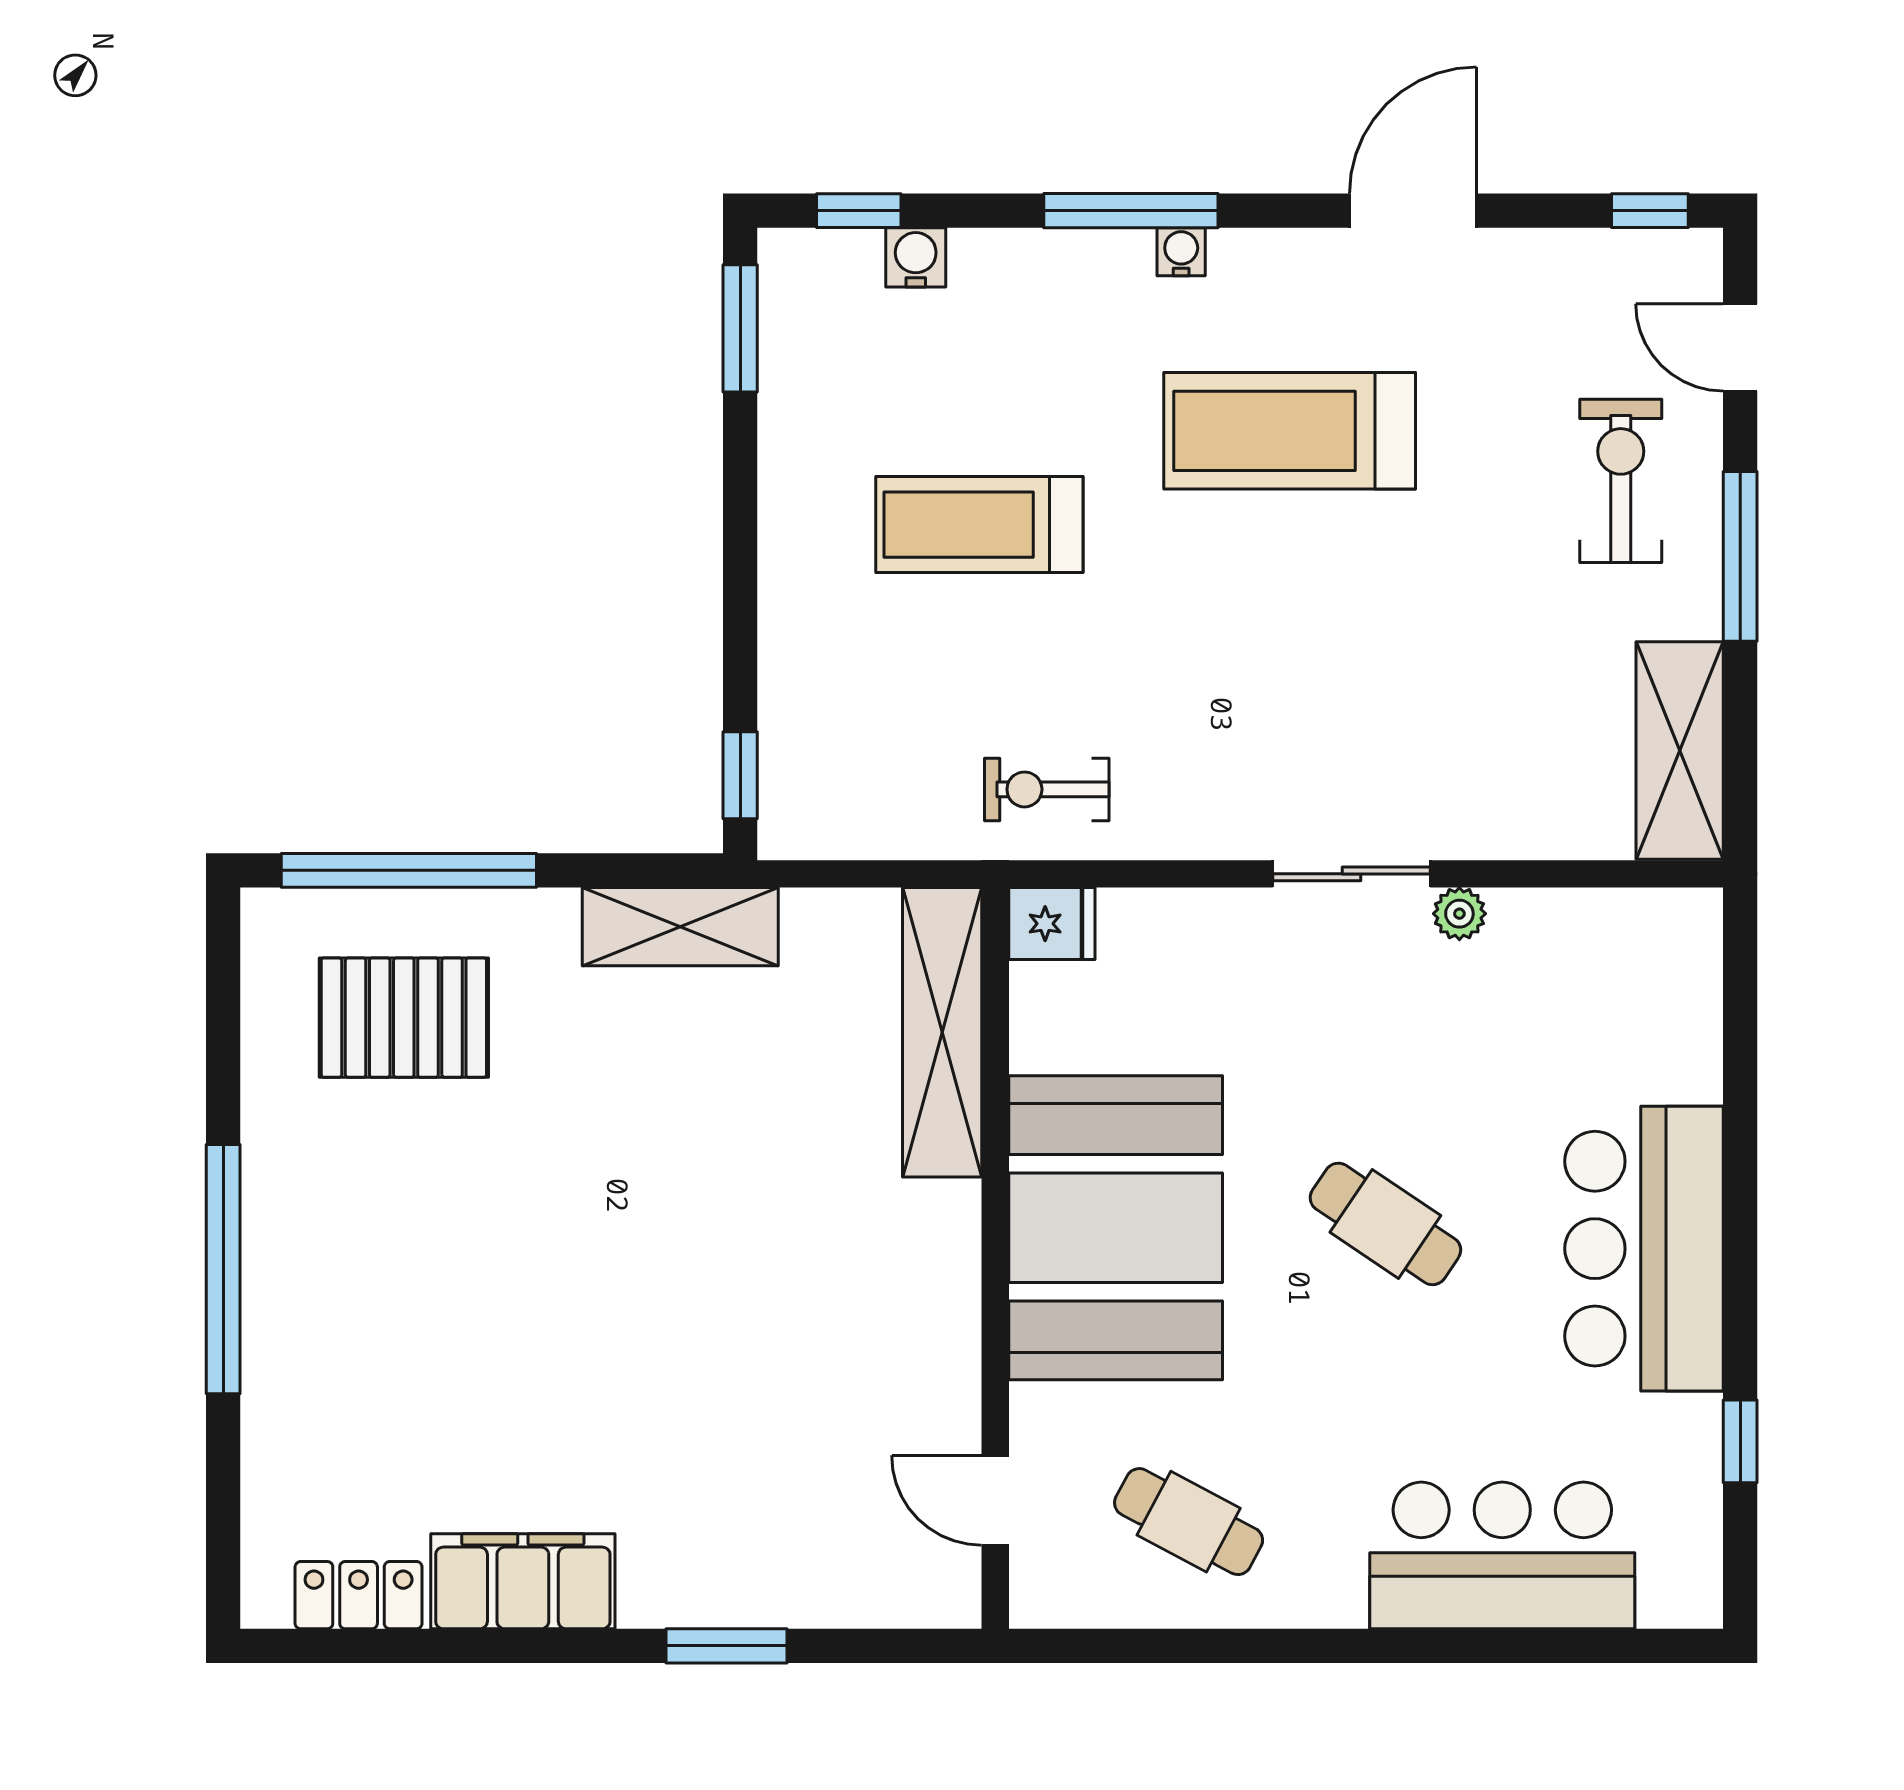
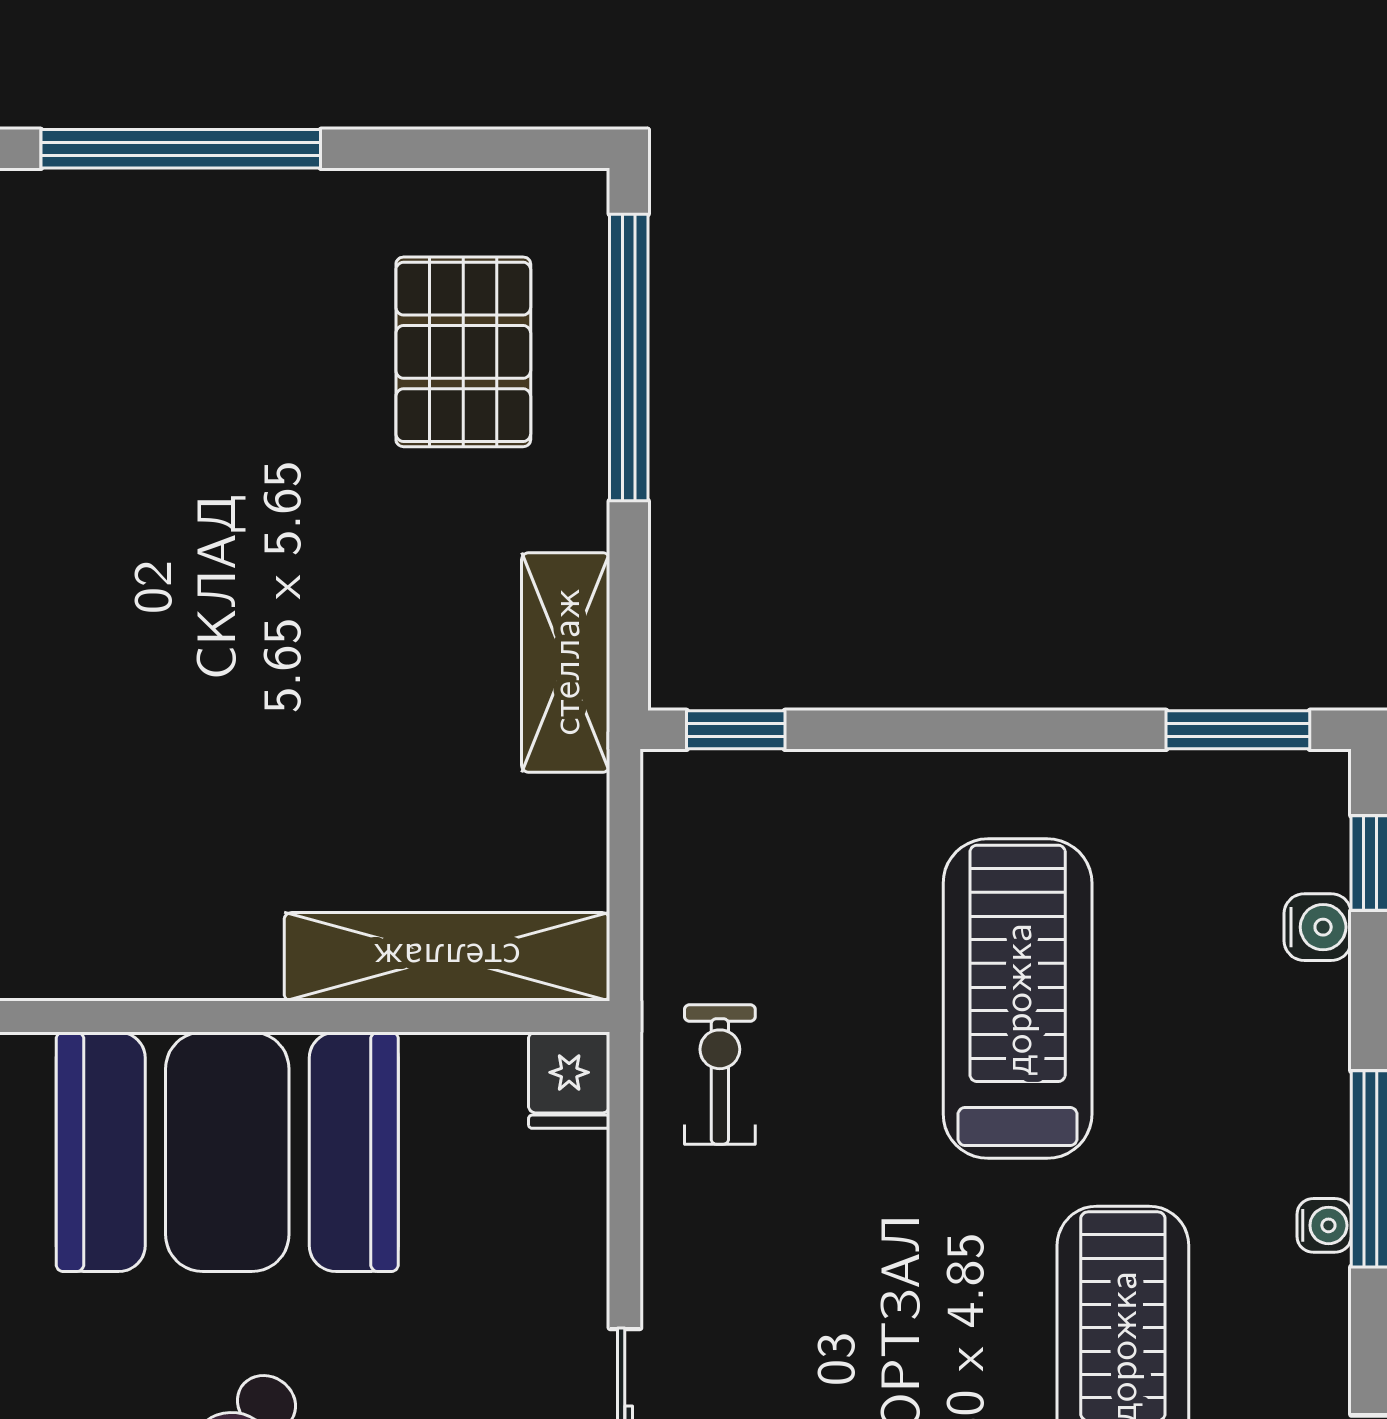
treadmill: (979, 525) -> (1018, 999), width x1.37, depth x1.38

